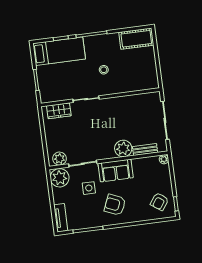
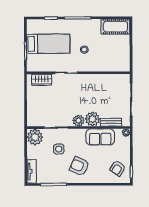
bed: (59, 51) -> (48, 44), moved
plant: (59, 159) -> (79, 121), moved
sofa: (116, 171) -> (100, 137), moved

